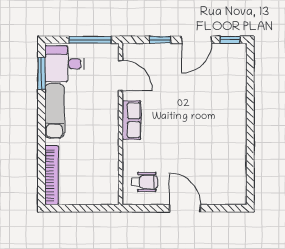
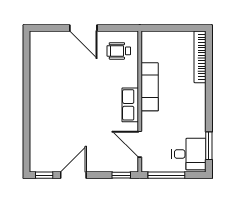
window: (160, 40) -> (121, 175), moved
exam couch: (54, 111) -> (150, 87), moved, turned 180

